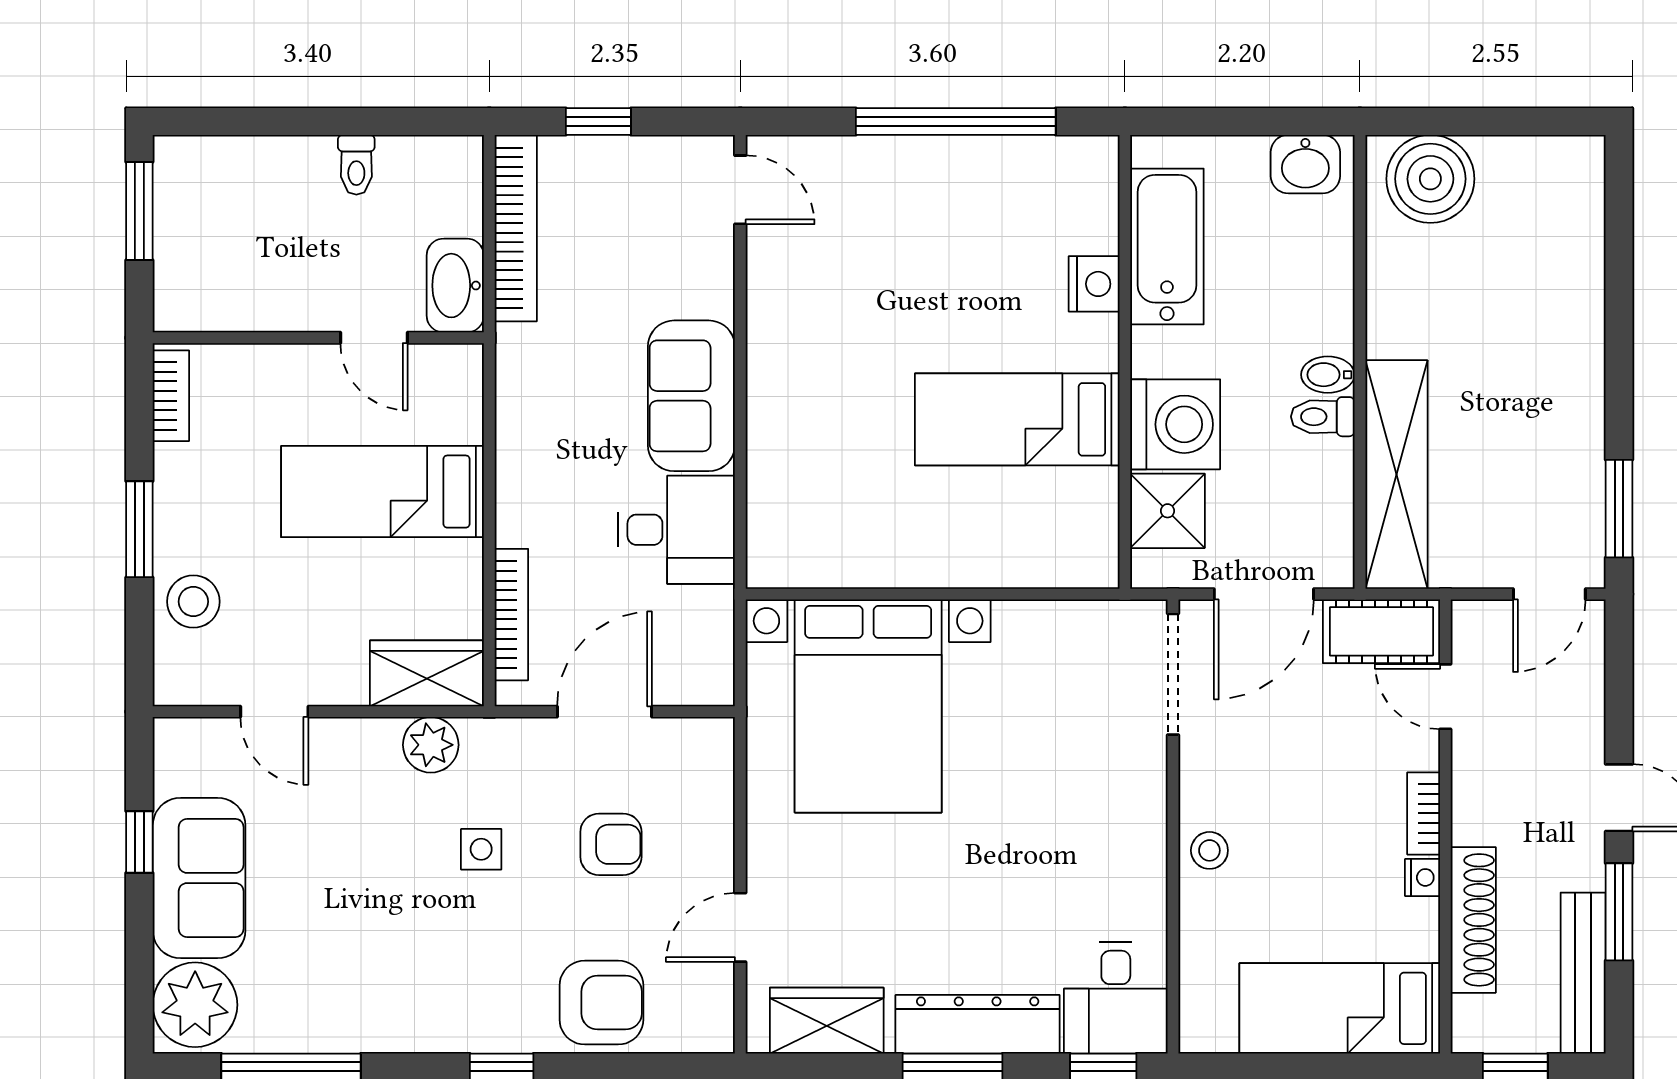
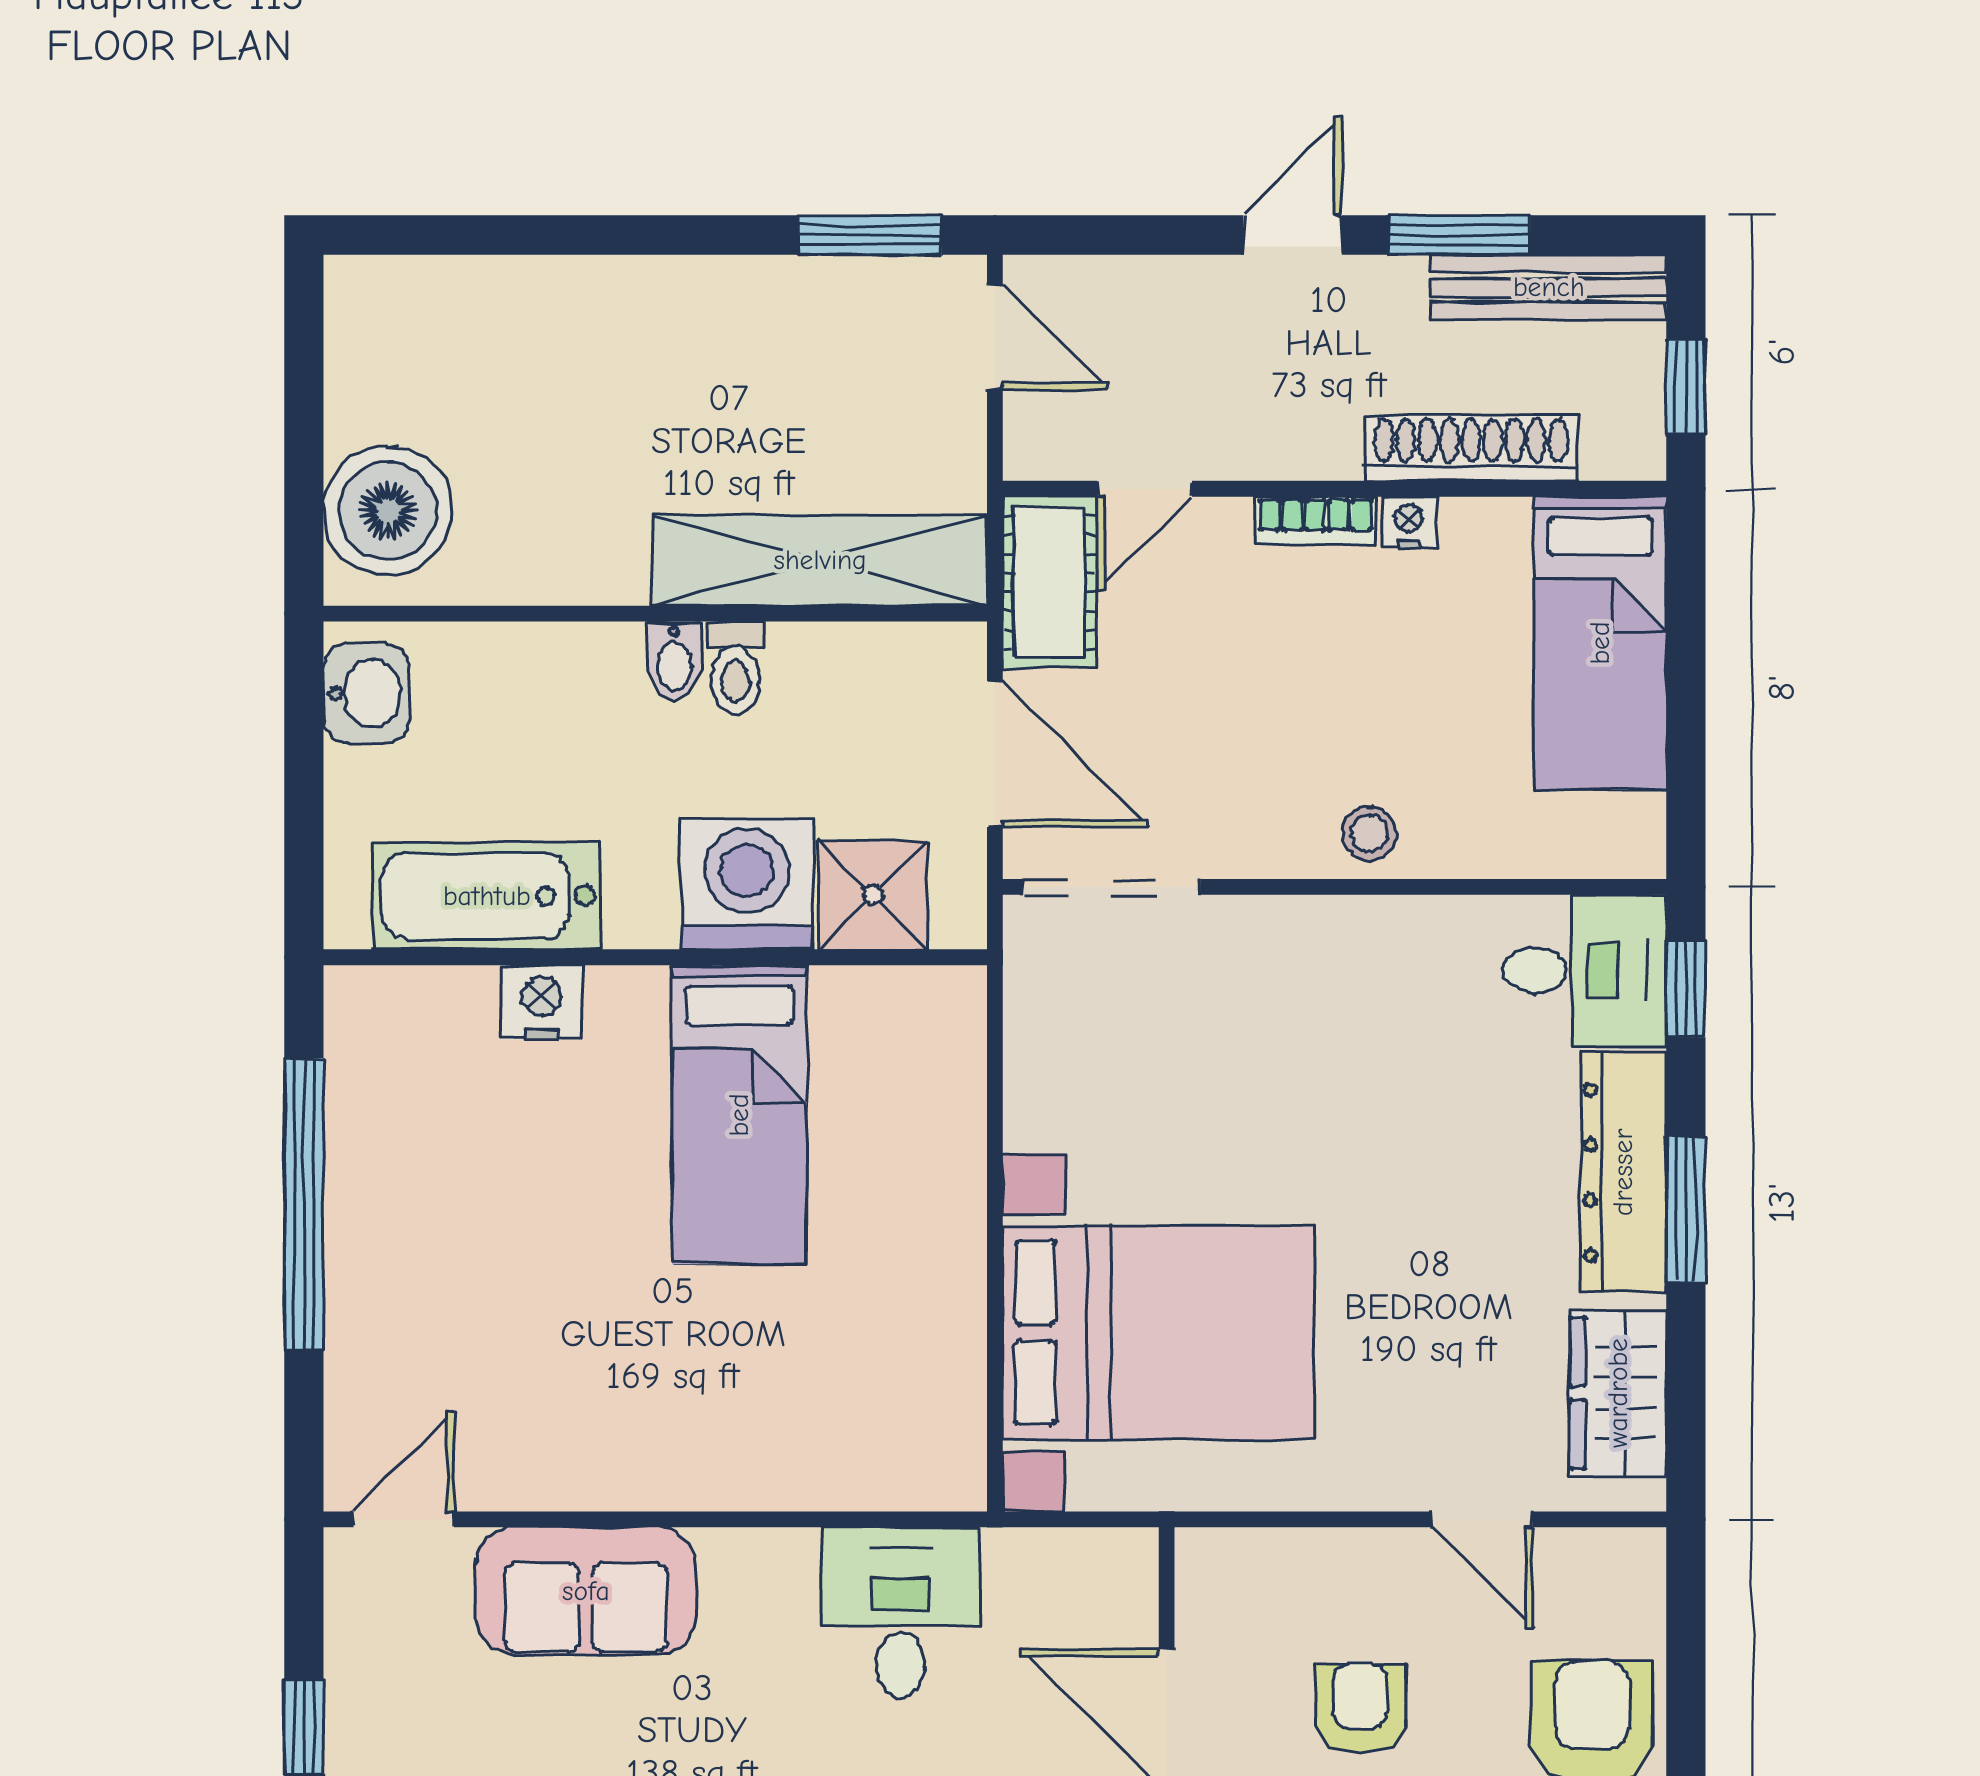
sofa: (691, 396) -> (586, 1591), moved

